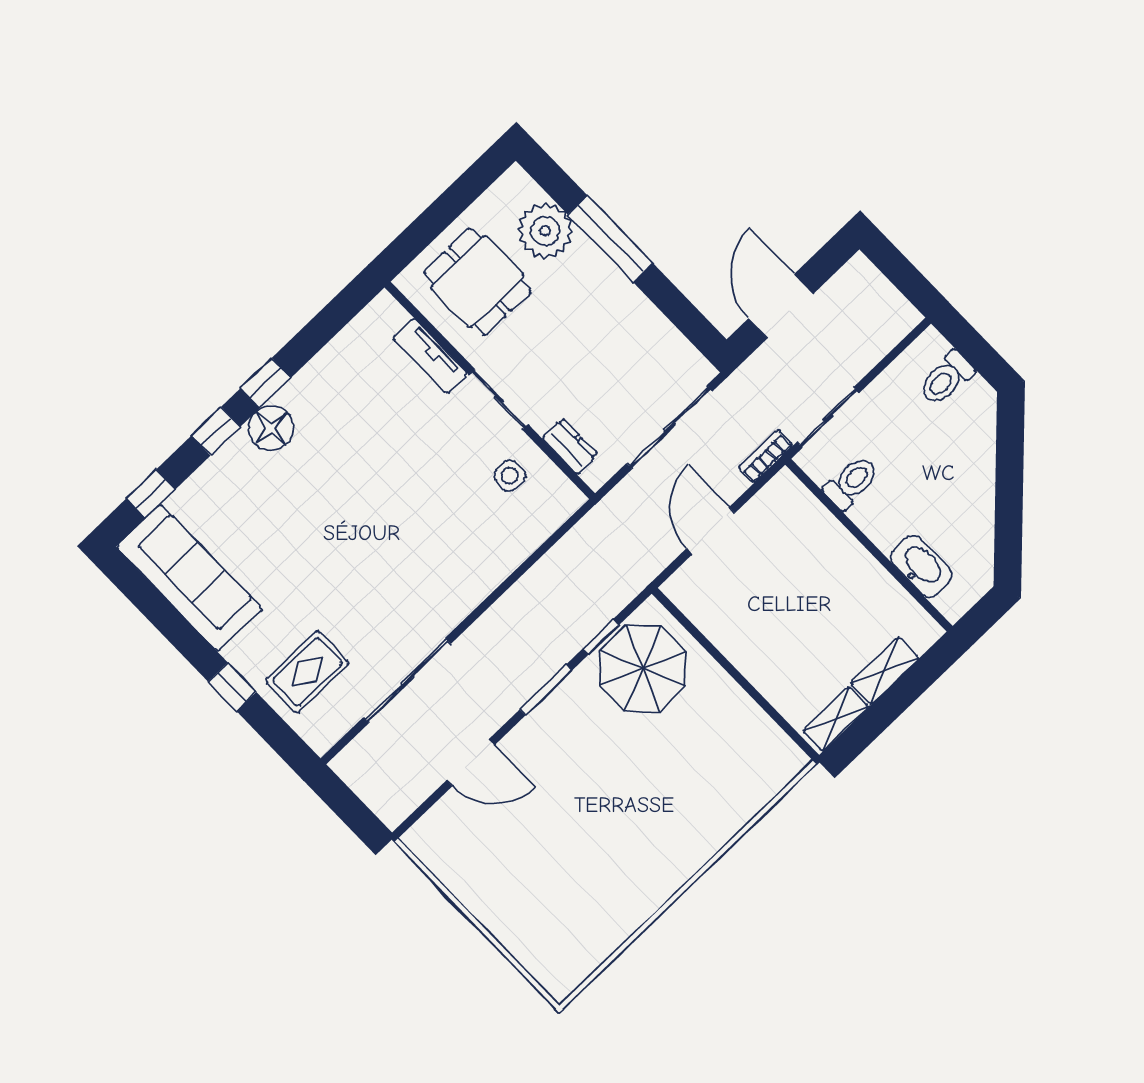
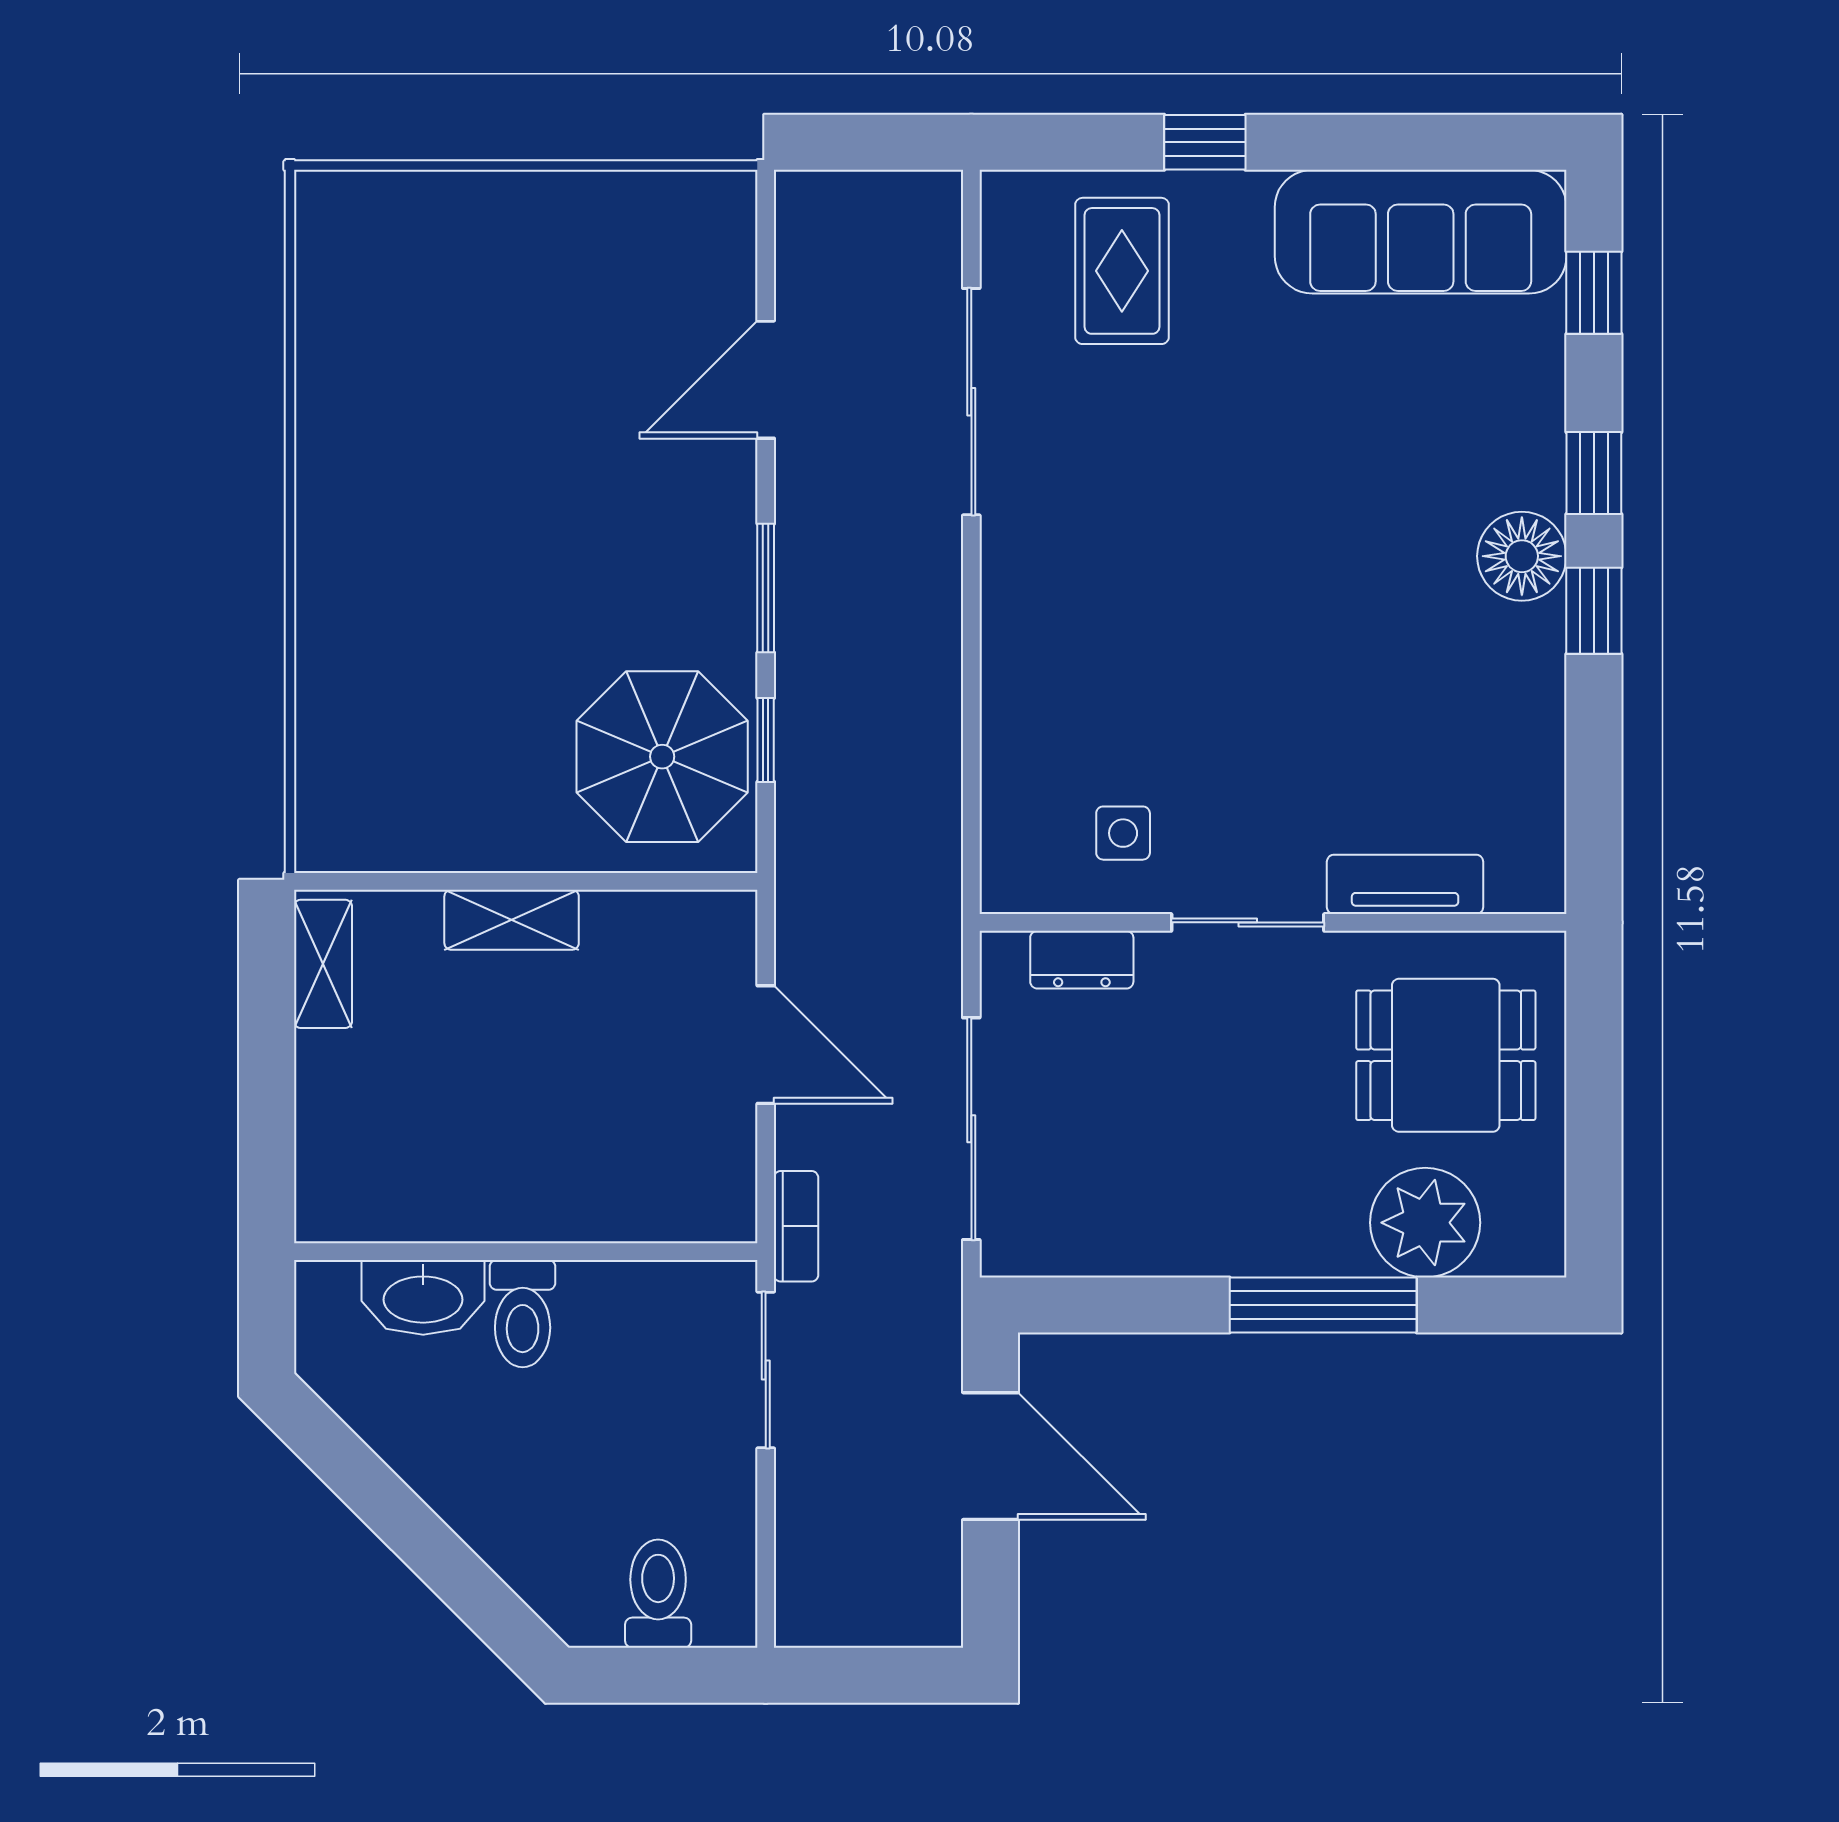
toilet: (851, 482) -> (523, 1314), moved
shelving: (885, 670) -> (512, 920), moved, turned 90

